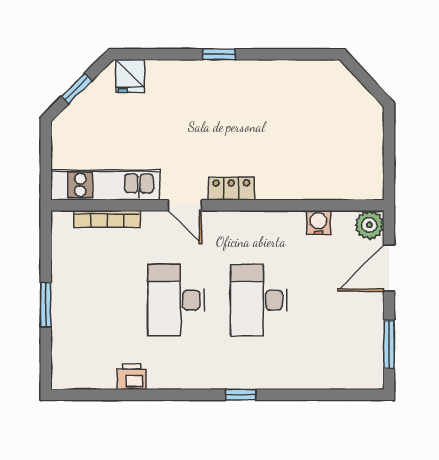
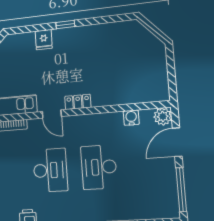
fridge: (130, 76) -> (44, 40), moved
desk: (176, 300) -> (50, 170), turned 180
window: (389, 345) -> (181, 190), width x1.44

